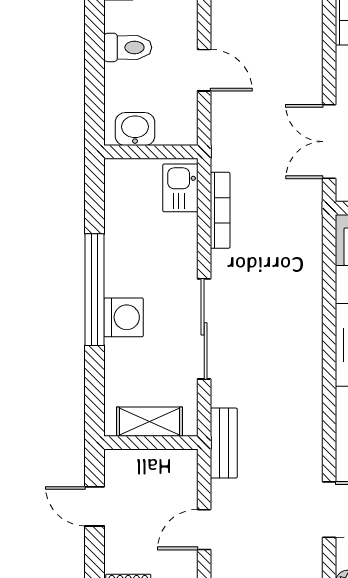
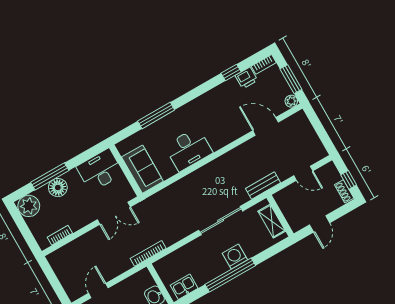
door: (204, 70) -> (98, 291), moved
kitchen sink: (180, 188) -> (184, 287), moved, turned 180
bookcase: (220, 210) -> (148, 253), moved

